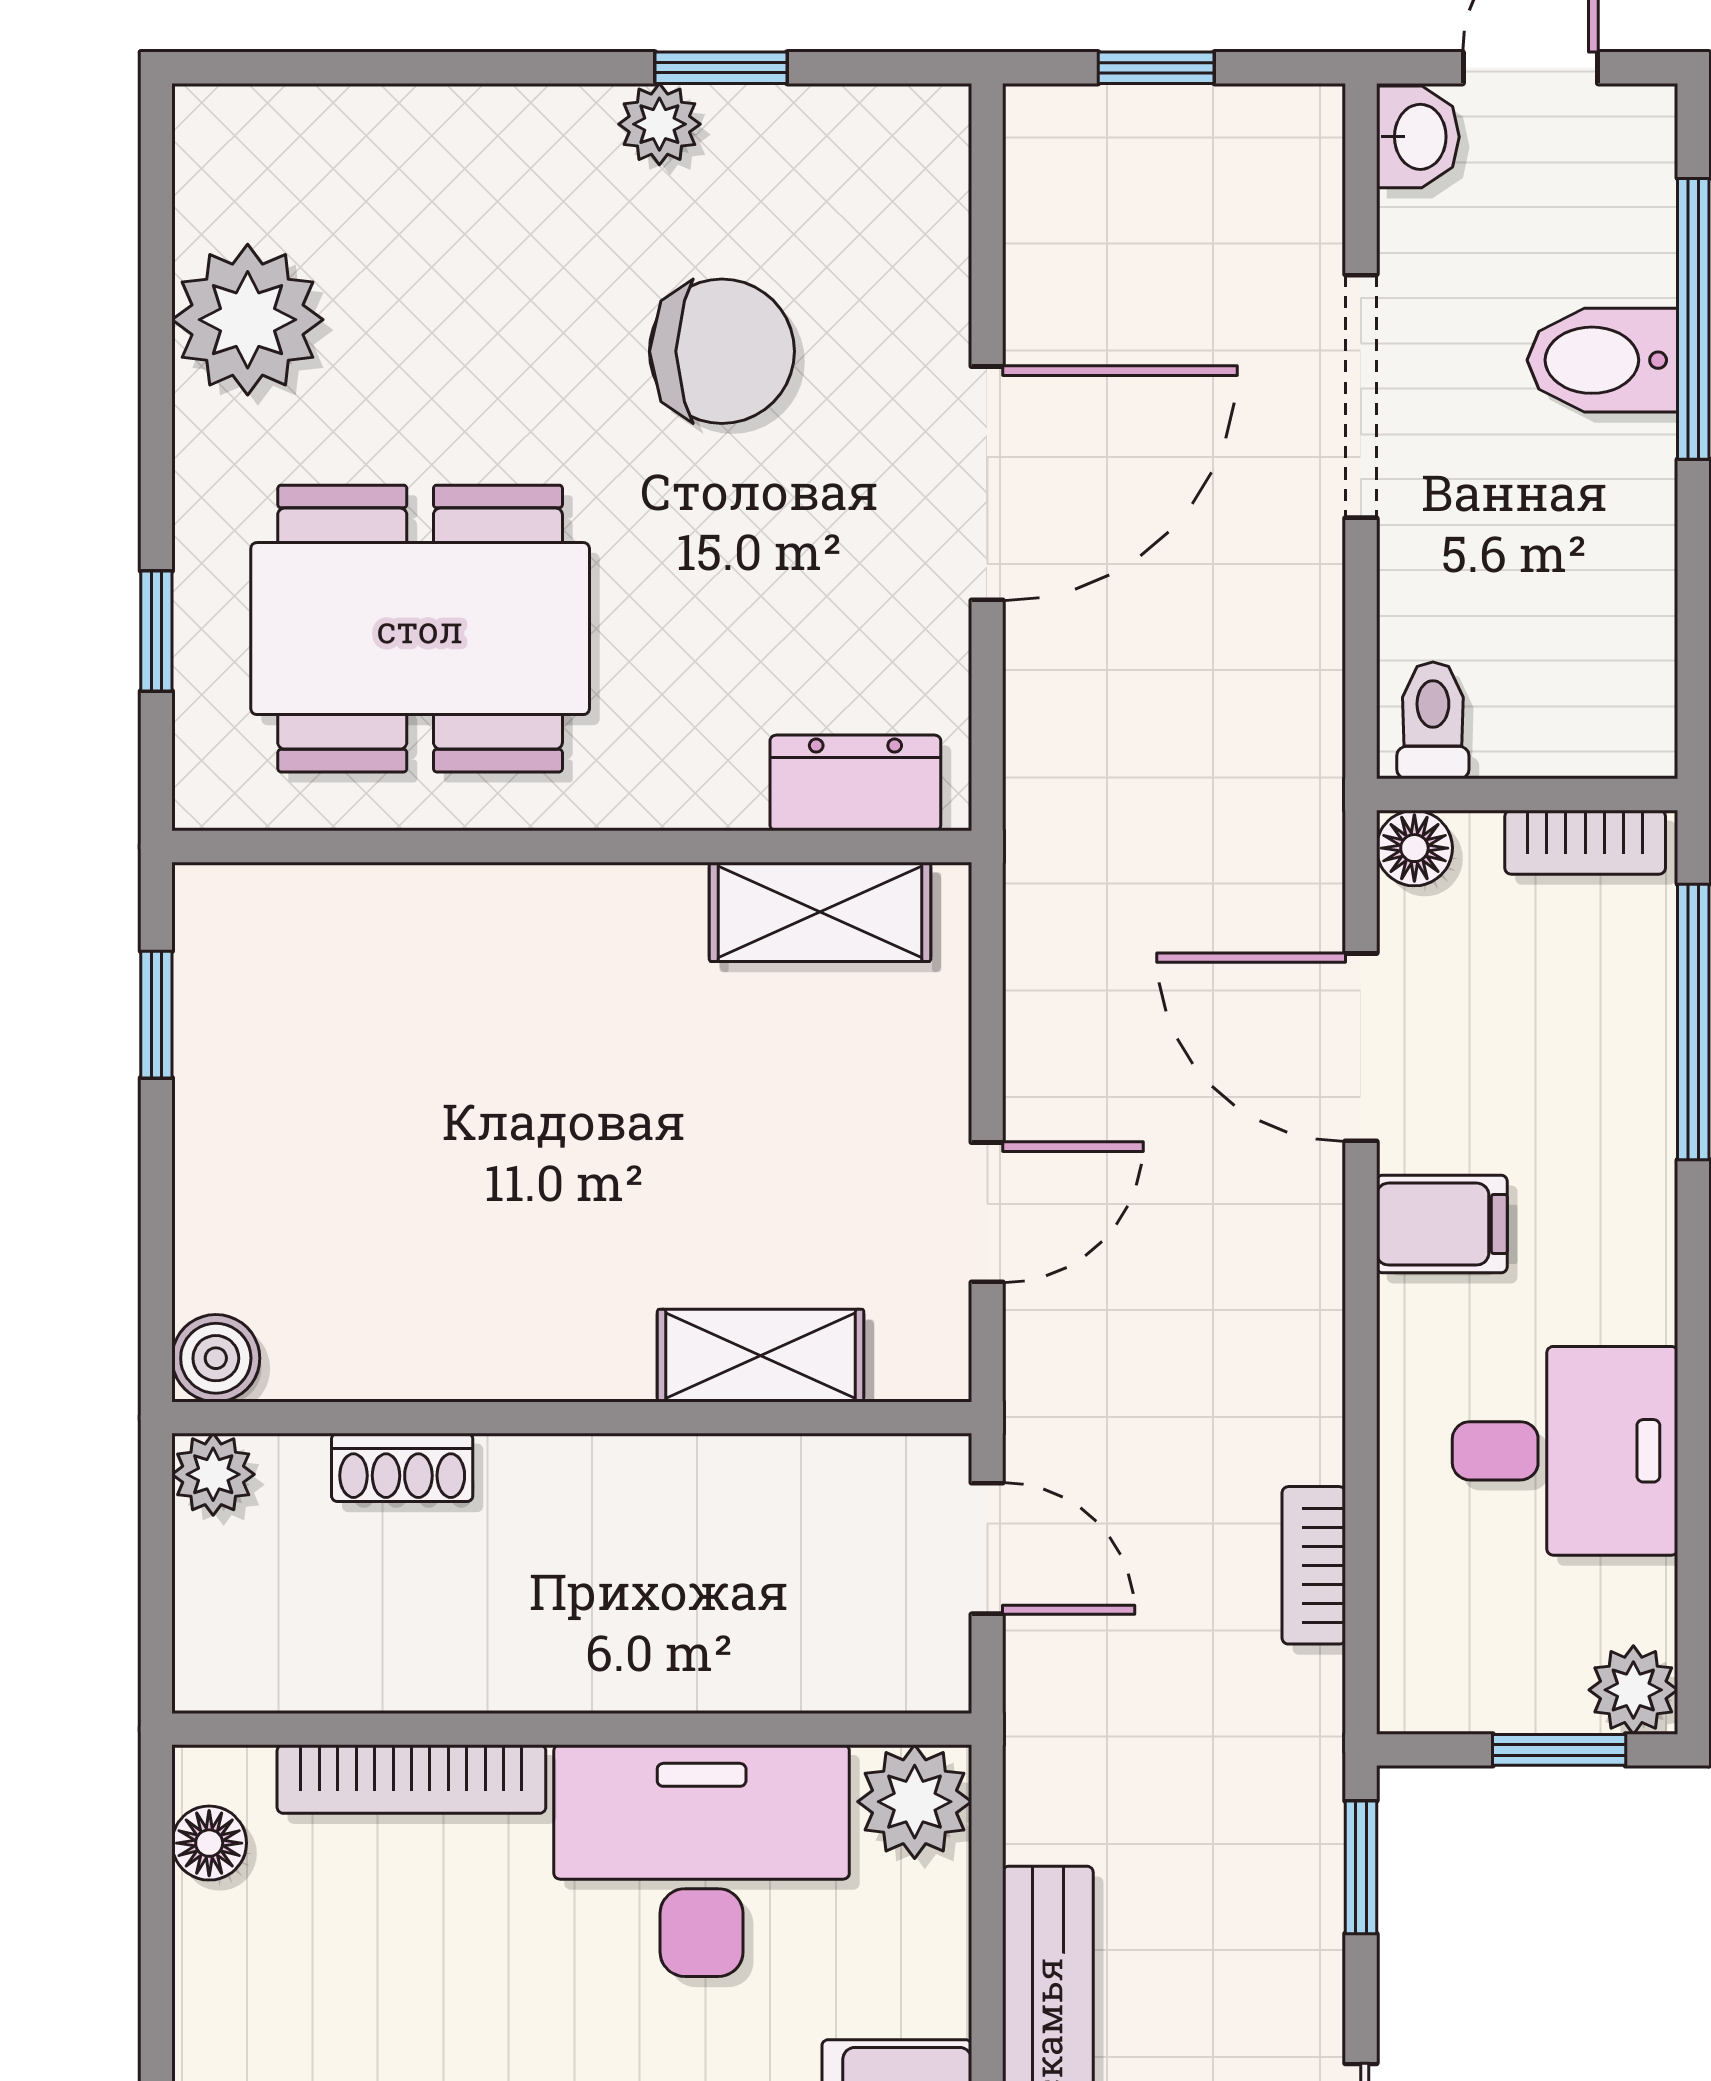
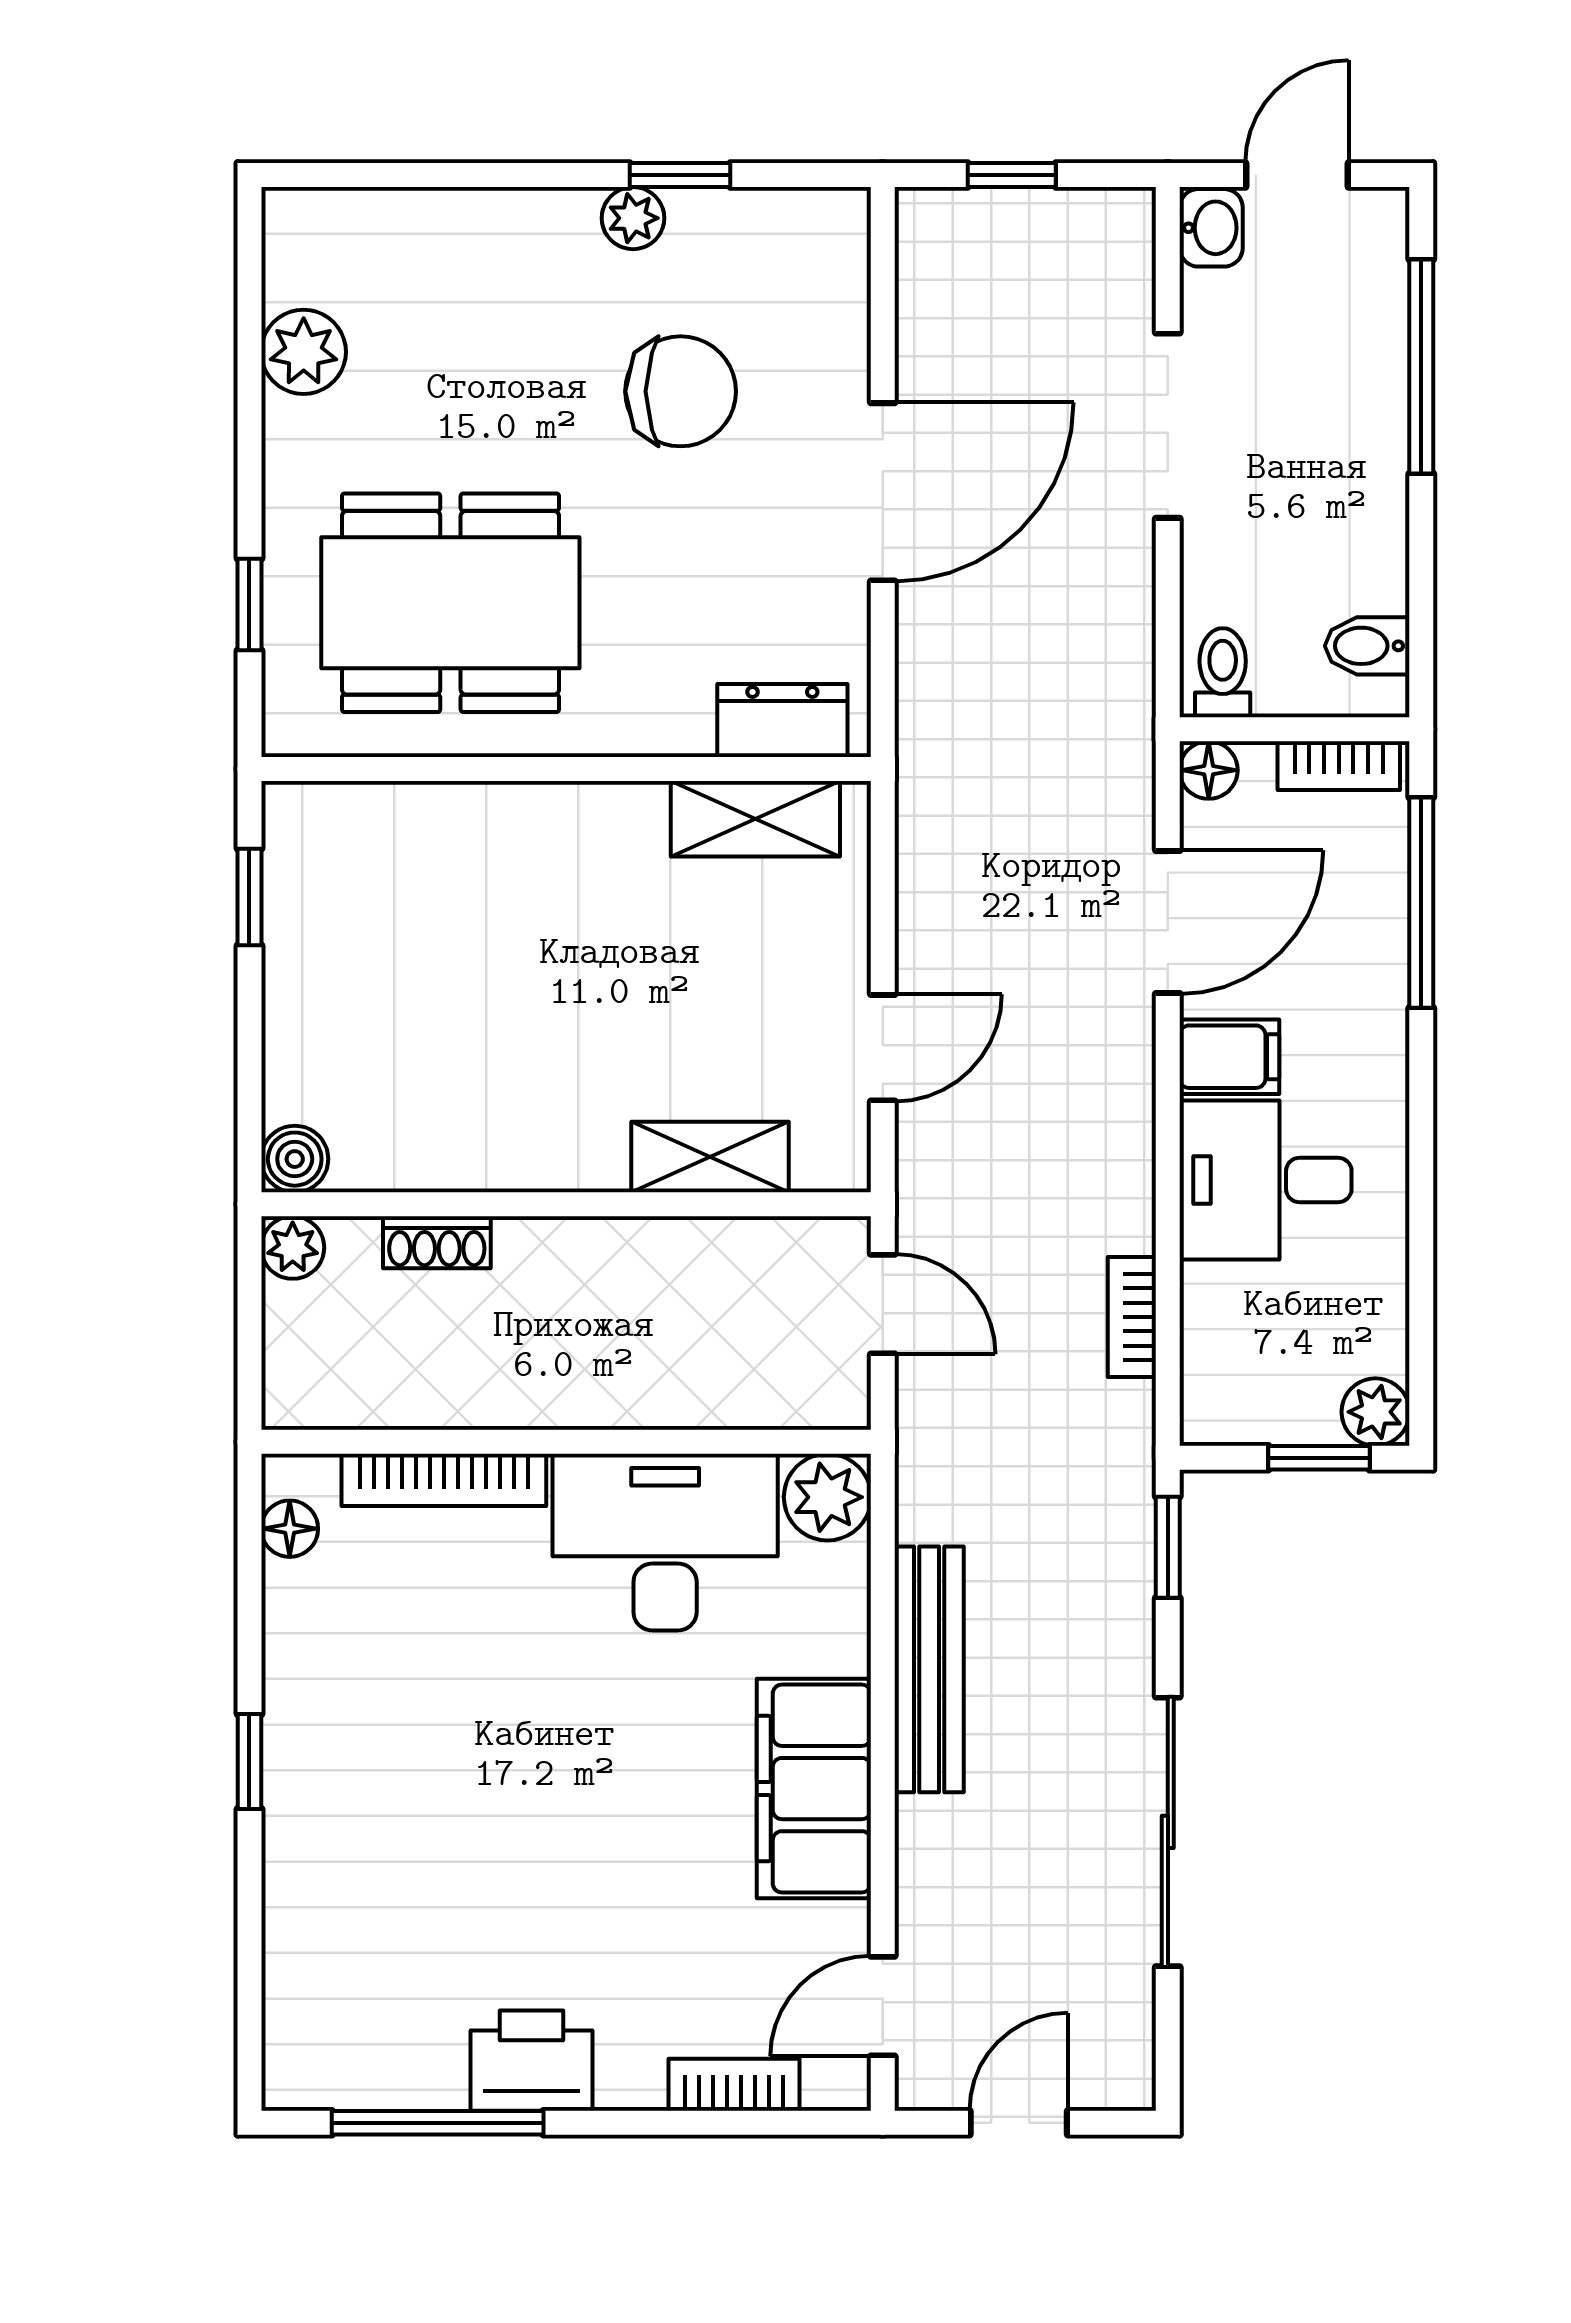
plant: (248, 320) -> (304, 352), width x0.73, depth x0.73
bidet: (1602, 360) -> (1367, 646), moved, width x0.72, depth x0.74
door: (1361, 1047) -> (1168, 922), swing flipped
desk: (1565, 1451) -> (1266, 1180), moved, turned 180

